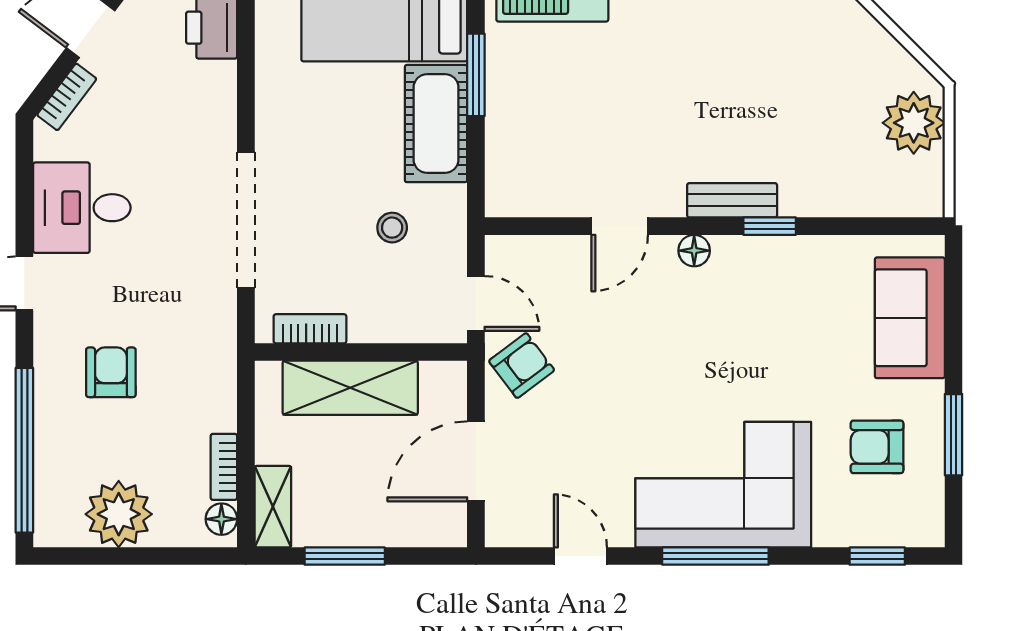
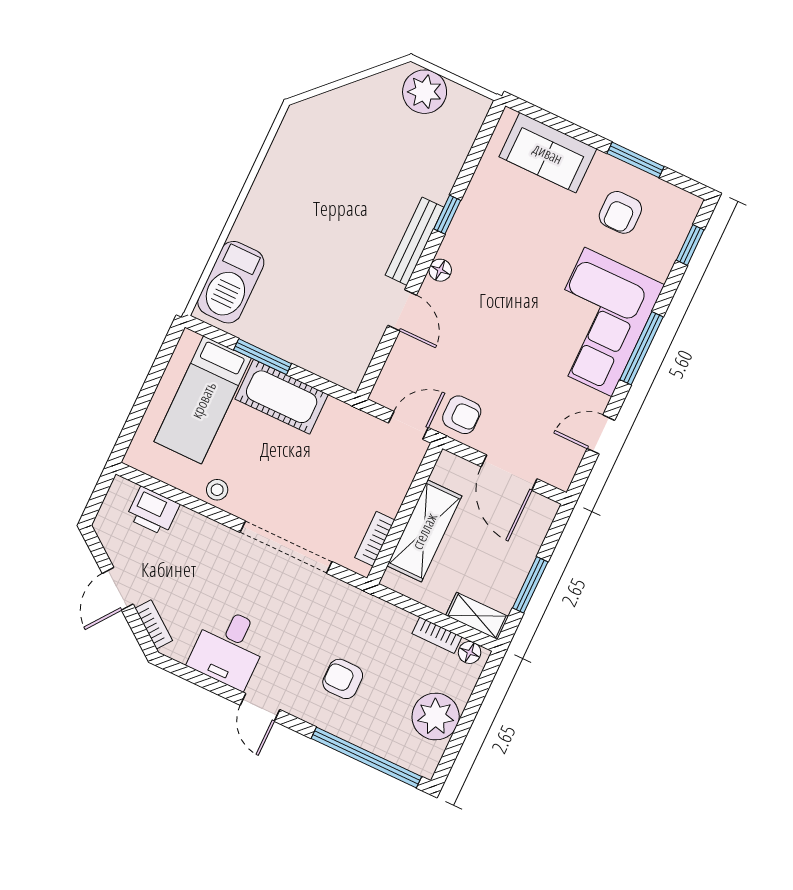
bench: (732, 200) -> (415, 241), width x1.36
stool: (392, 228) -> (217, 490), moved
armchair: (522, 366) -> (462, 415), turned 127

